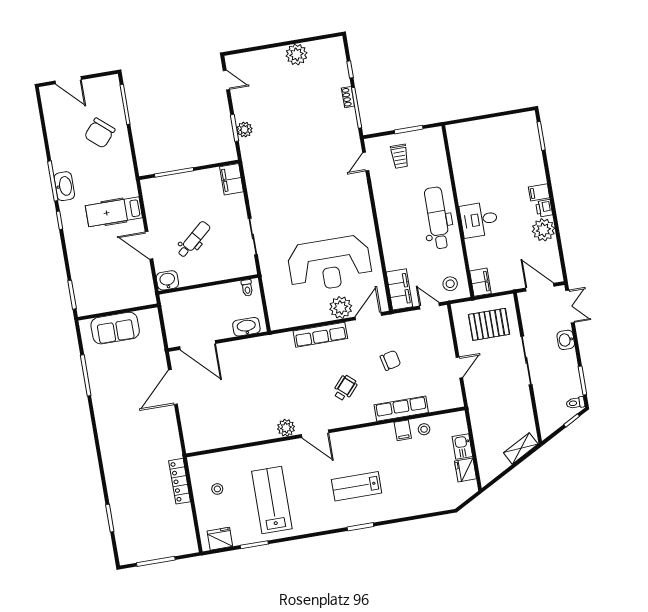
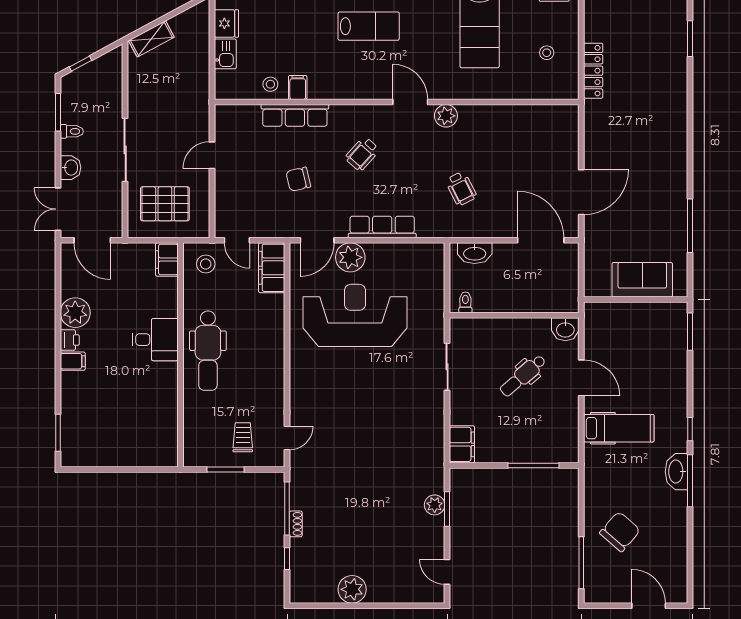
wheelchair: (265, 374) -> (461, 189), added
toilet: (575, 403) -> (72, 131), moved

